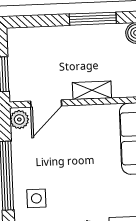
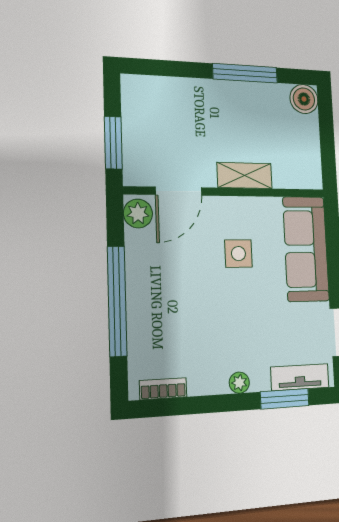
side table: (36, 198) -> (238, 254), moved

